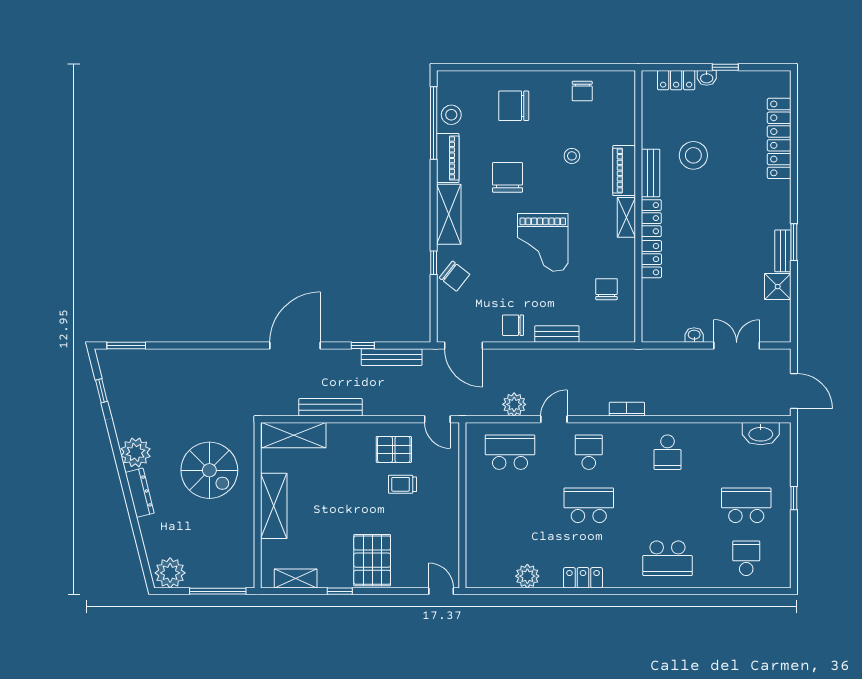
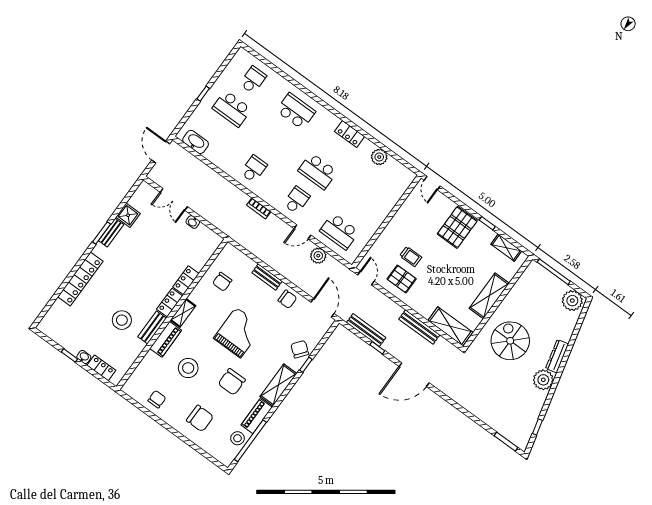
locker: (779, 138) -> (80, 279), moved
stool: (572, 156) -> (188, 368), width x1.89, depth x1.89
school desk: (589, 452) -> (297, 200), turned 180
school desk: (746, 558) -> (253, 80), turned 180

